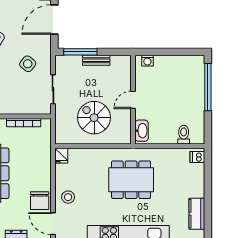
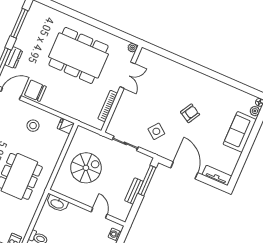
door: (133, 100) -> (99, 213), moved
stool: (68, 197) -> (33, 126), moved

